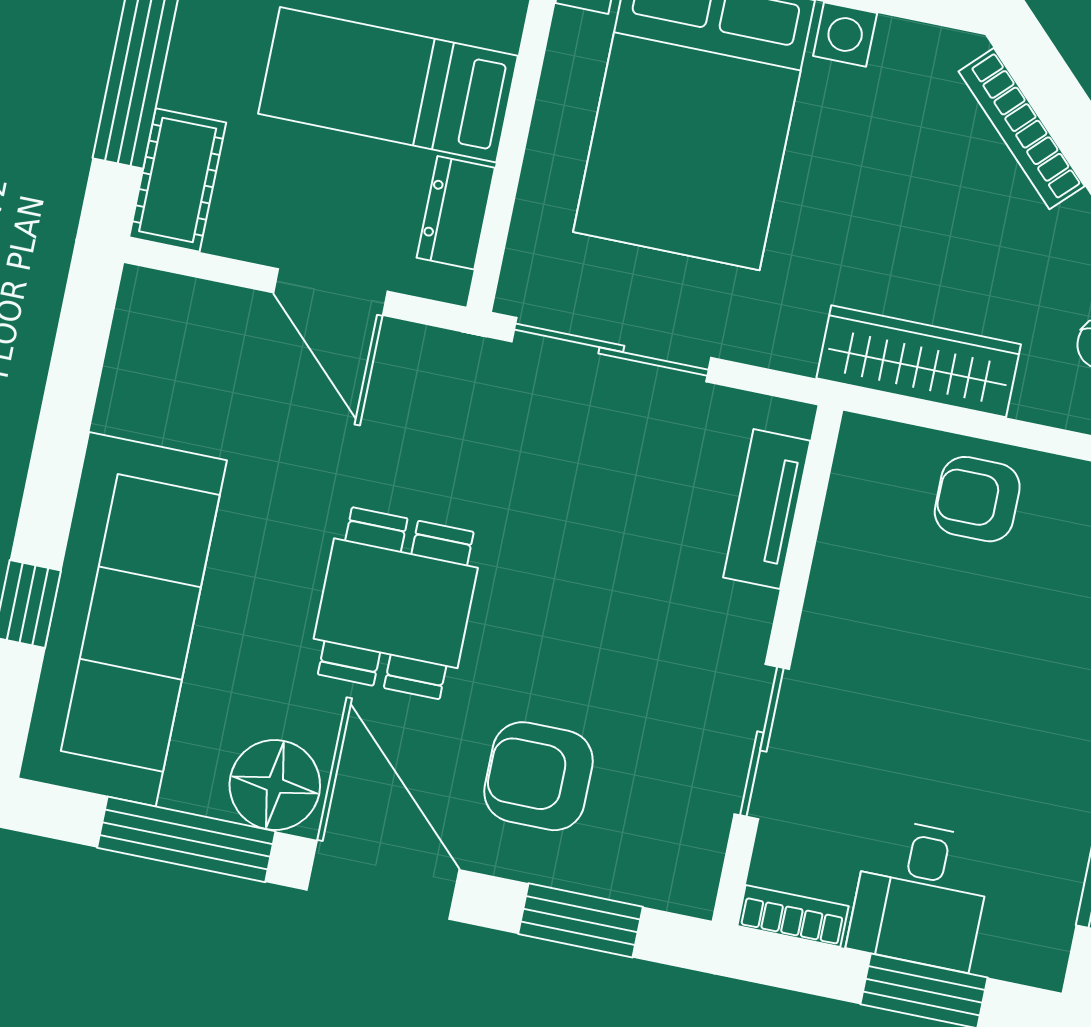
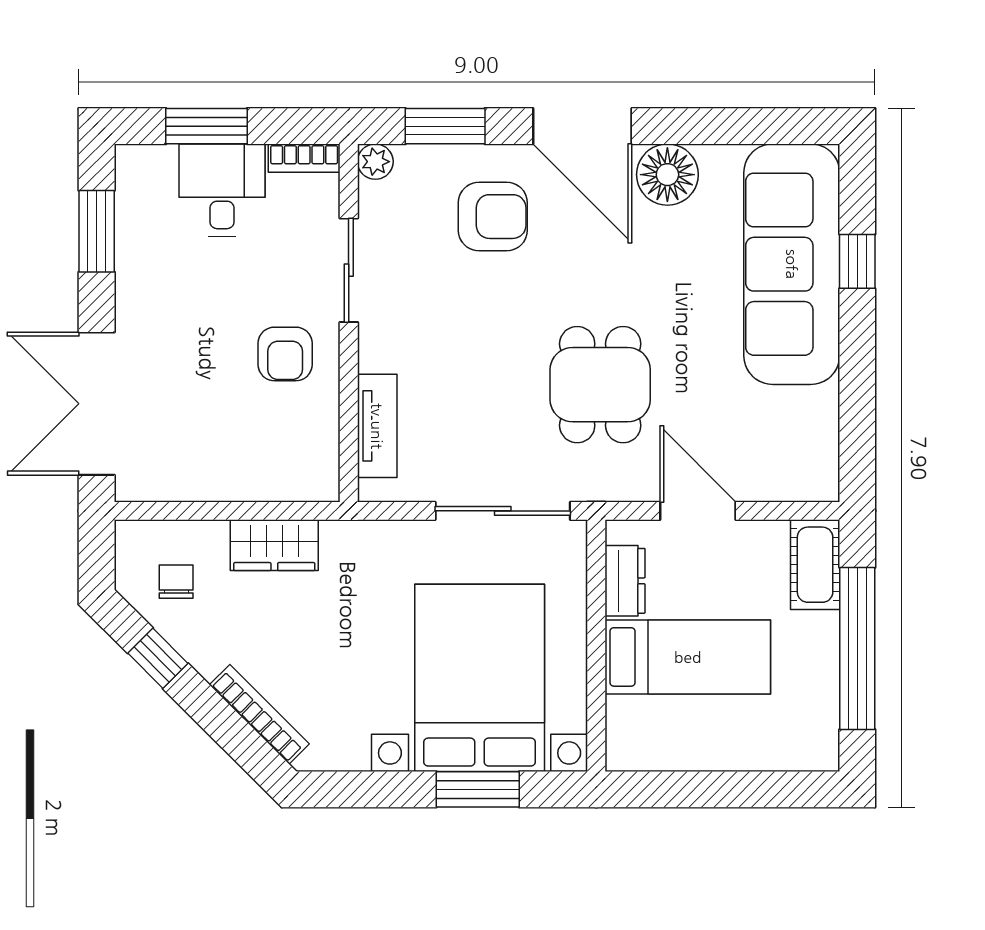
wardrobe: (919, 361) -> (274, 545), width x0.67
armchair: (977, 499) -> (285, 354), moved, turned 90
dining table: (396, 603) -> (600, 385), moved
window: (186, 839) -> (719, 126), removed
plant: (691, 890) -> (375, 162), added

